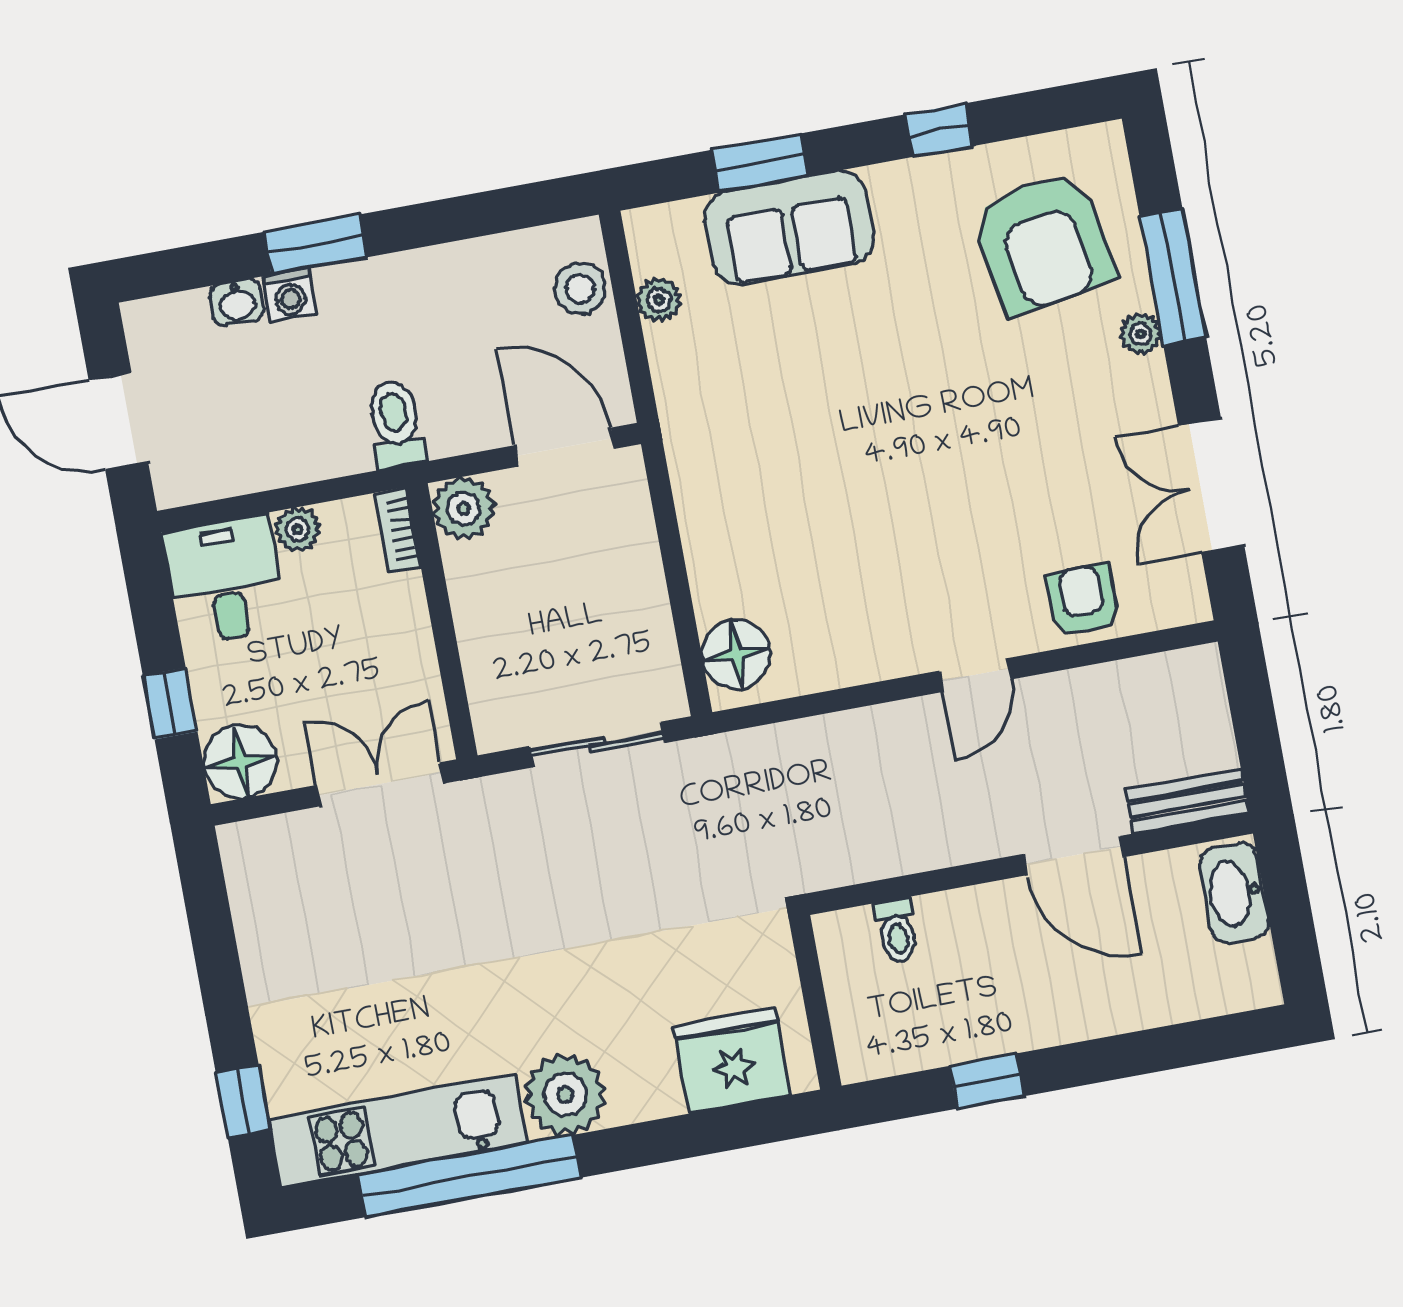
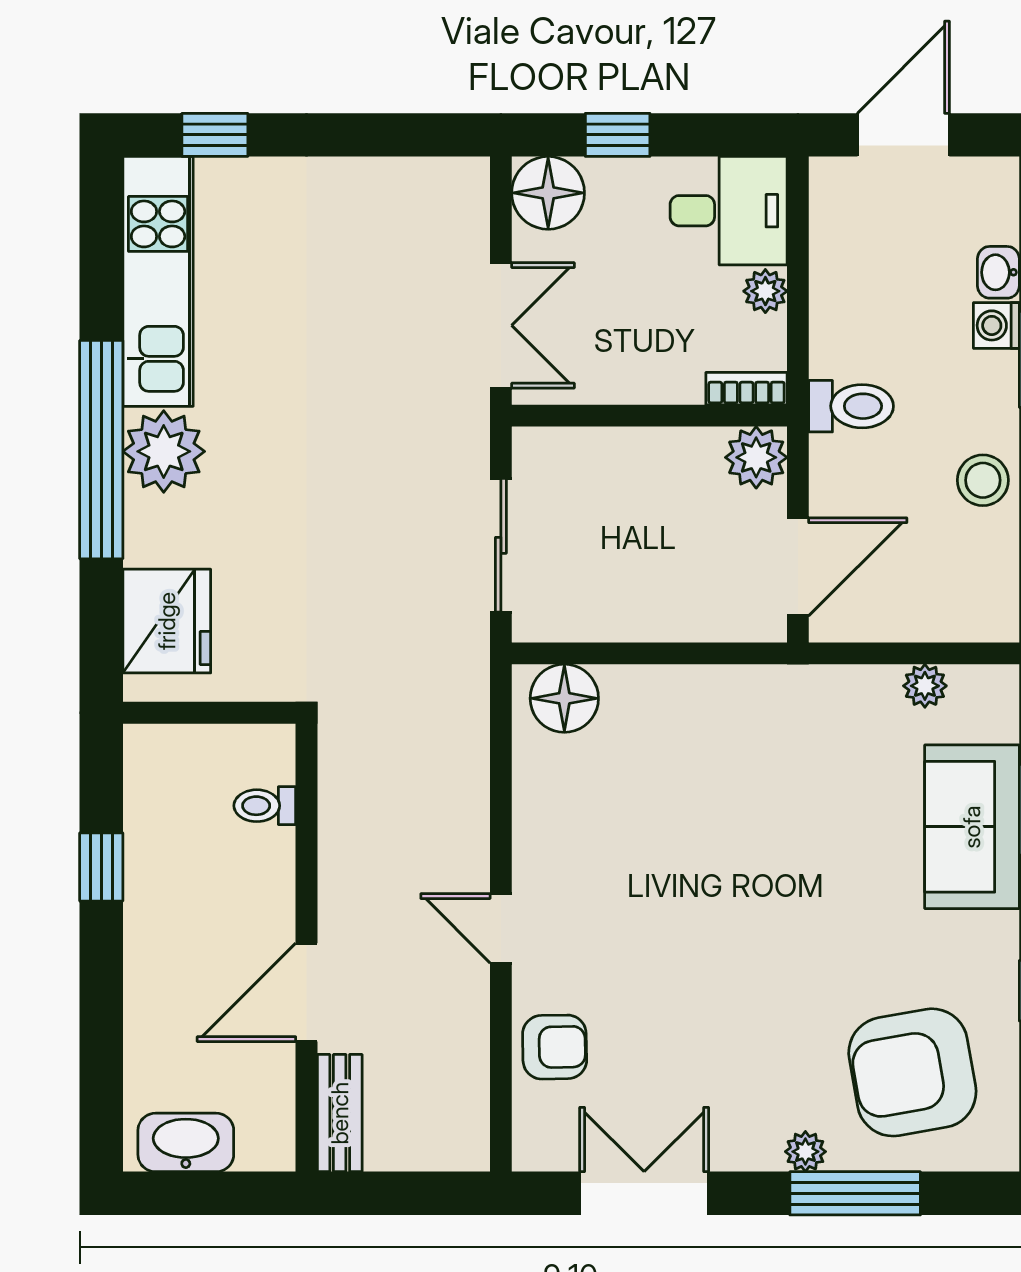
stool: (580, 289) -> (983, 480), moved
washbasin: (1234, 893) -> (186, 1142), moved
window: (470, 1176) -> (101, 450), moved

